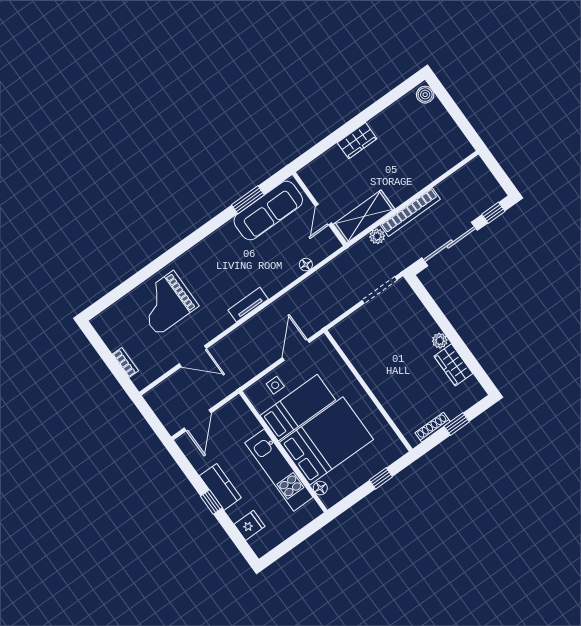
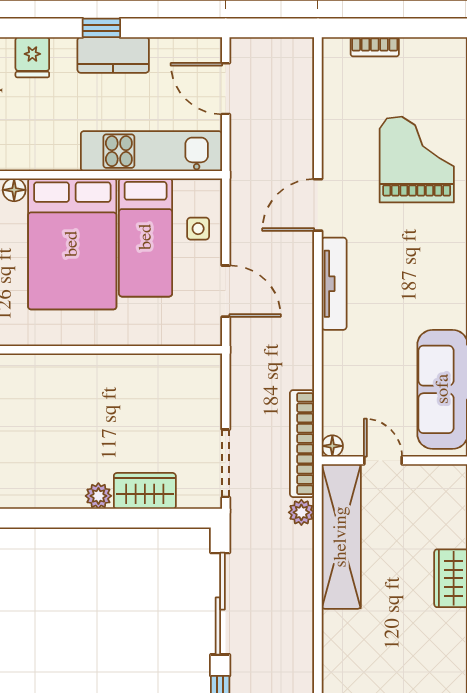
bookcase: (410, 212) -> (302, 444), moved
shelving: (364, 216) -> (341, 537), width x1.47
floor lamp: (306, 265) -> (332, 446), moved
tv unit: (248, 305) -> (334, 284), width x1.41
door: (193, 356) -> (318, 205), moved
wardrobe: (453, 365) -> (145, 491), moved
kitchen unit: (279, 470) -> (151, 151), moved

